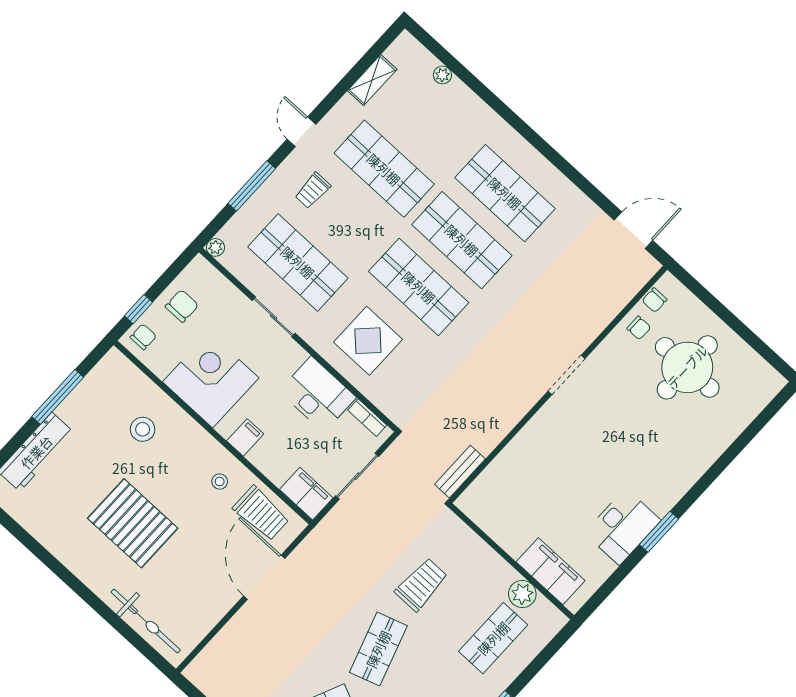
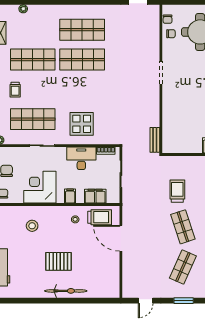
shop shelf: (419, 287) -> (82, 89), removed
filing cabinet: (306, 494) -> (95, 196), moved
pallet: (133, 523) -> (58, 261), width x0.73, depth x0.71
bicycle: (146, 621) -> (66, 291), moved

